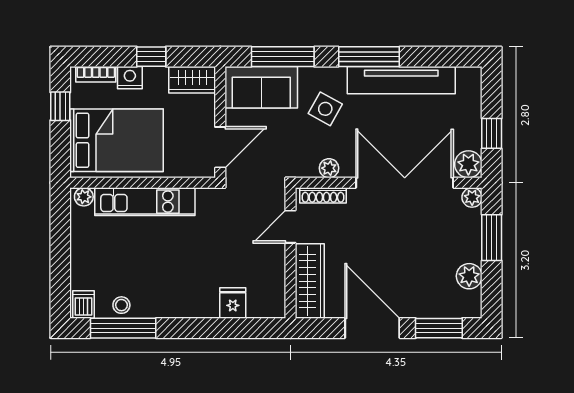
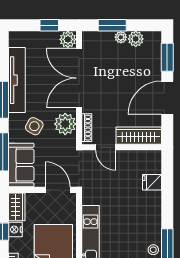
nightstand: (130, 78) -> (15, 230), moved
plant: (329, 168) -> (65, 124), width x1.87, depth x1.87
plant: (472, 197) -> (121, 37), moved

